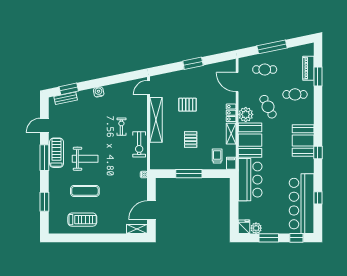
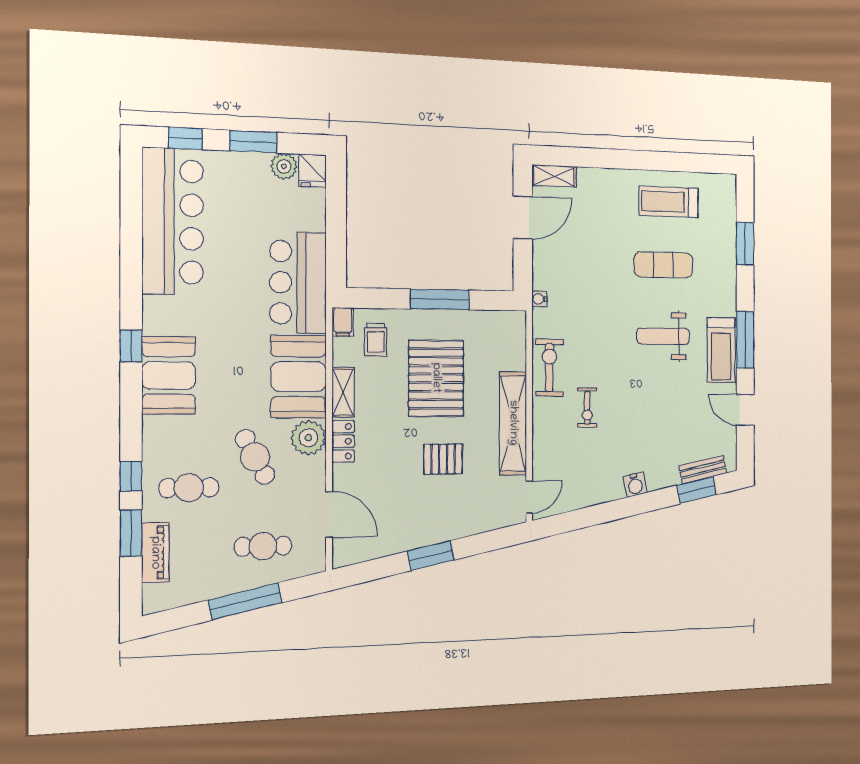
door: (44, 125) -> (745, 410), swing flipped
pallet: (191, 139) -> (436, 378), width x2.05, depth x2.00
window: (318, 198) -> (131, 476), moved

